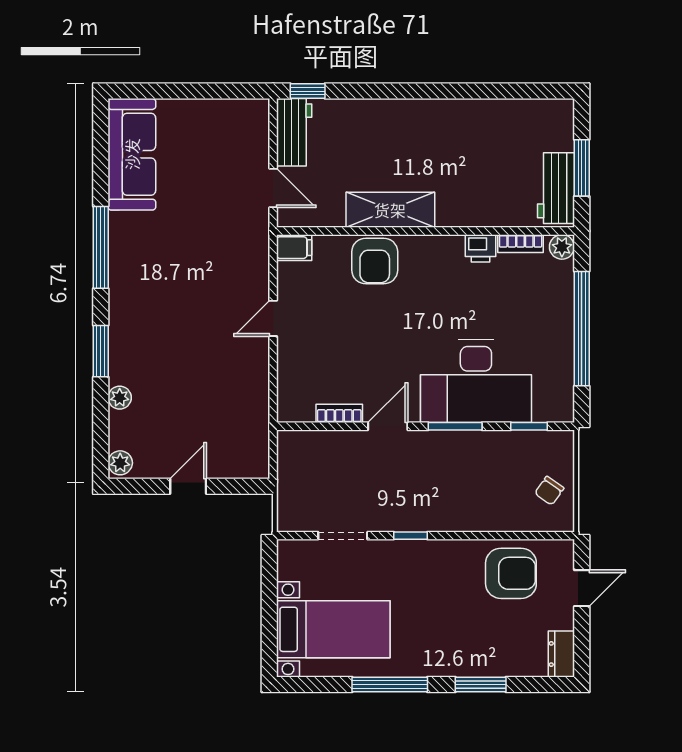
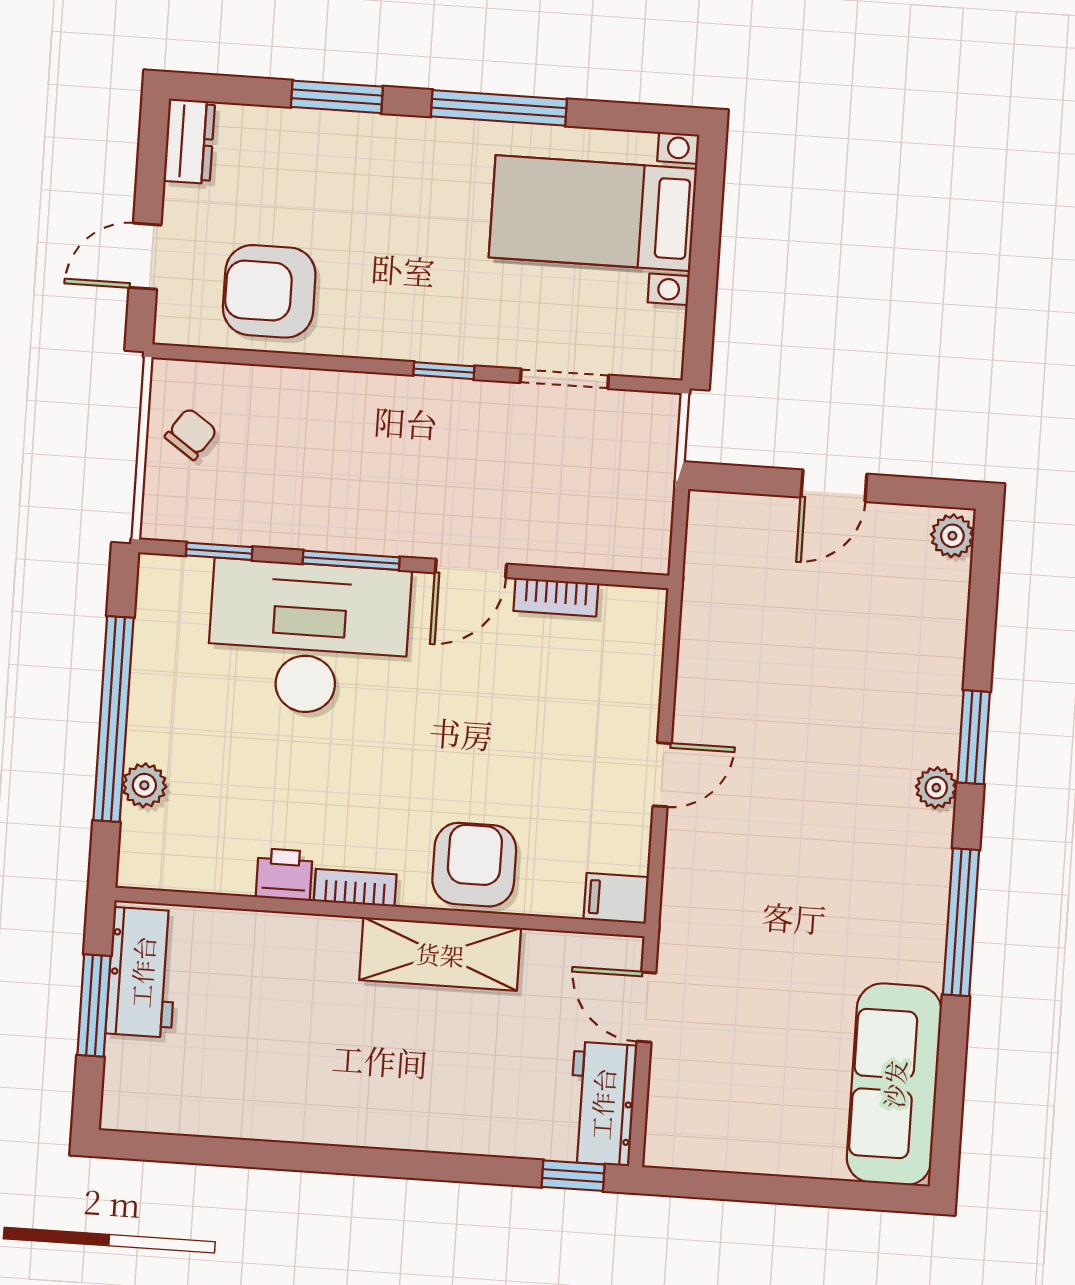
bookcase: (521, 244) -> (355, 888), moved
plant: (562, 247) -> (144, 785), moved
plant: (120, 398) -> (936, 788), moved

